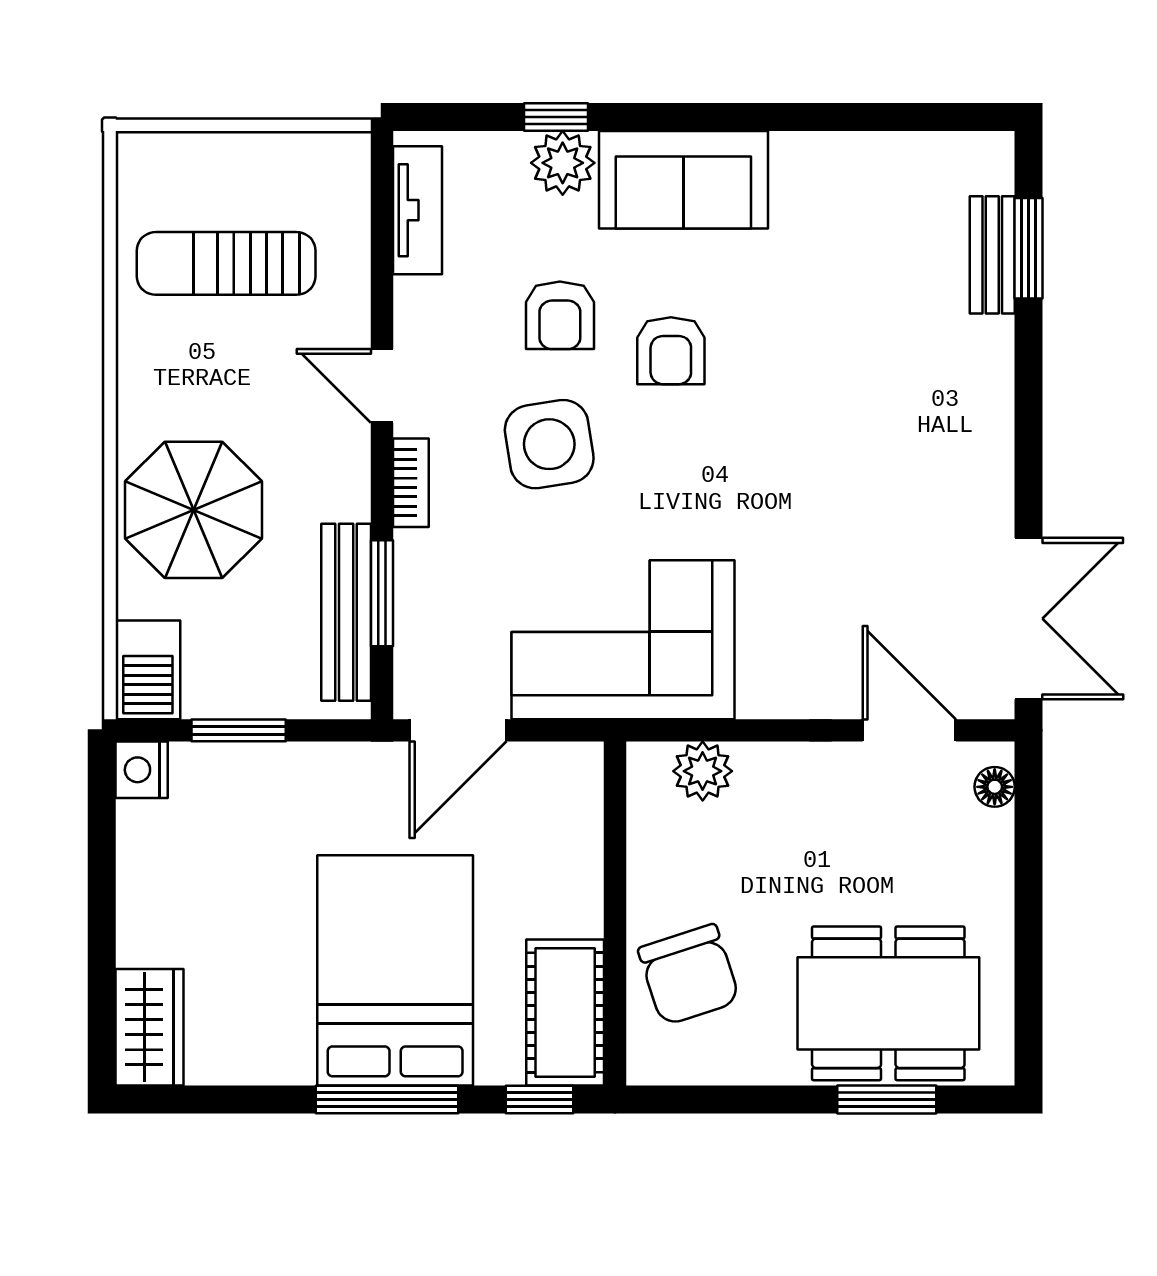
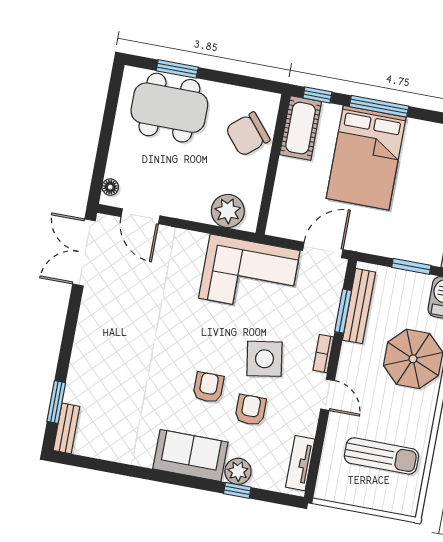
bench: (992, 255) -> (67, 428), moved
plant: (703, 771) -> (228, 211), width x1.36, depth x1.36
chair: (689, 975) -> (248, 134), turned -112

